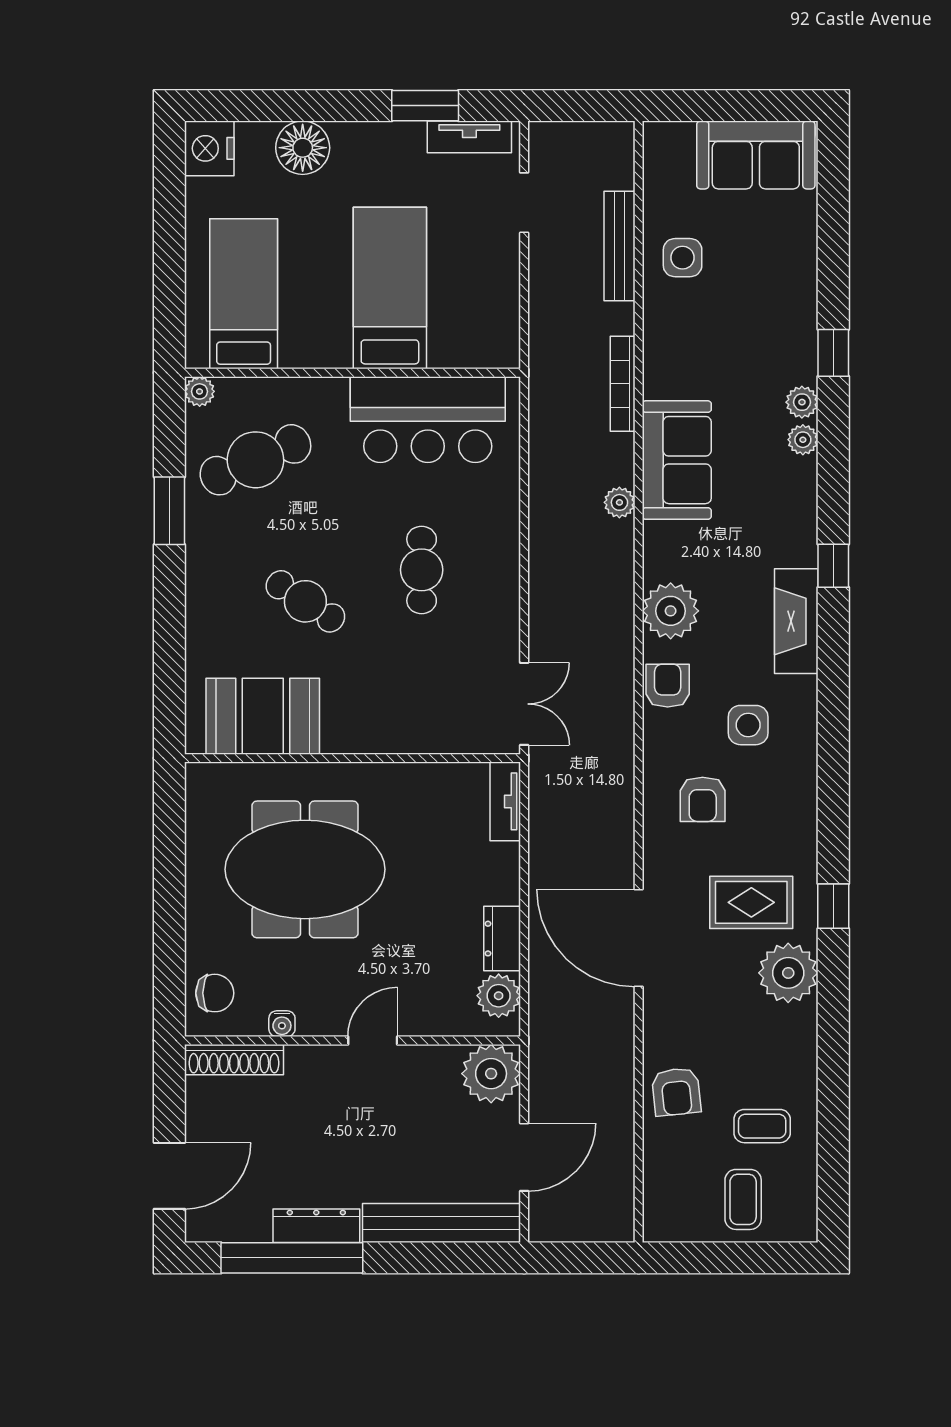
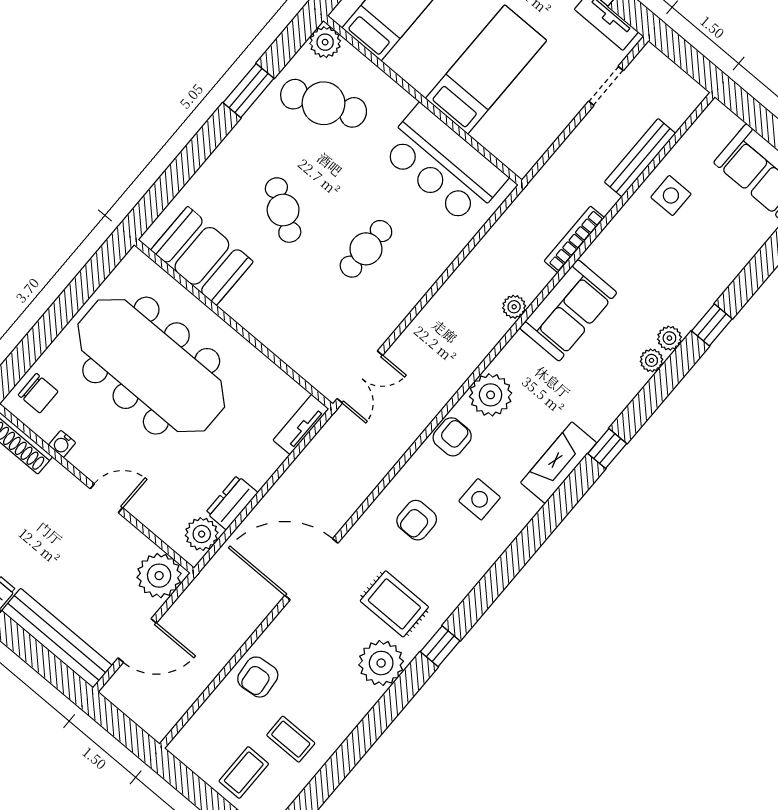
plant: (200, 391) -> (325, 42), width x1.38, depth x1.38
meeting table: (305, 869) -> (151, 366), width x1.36
door: (639, 938) -> (311, 569), hinge flipped

